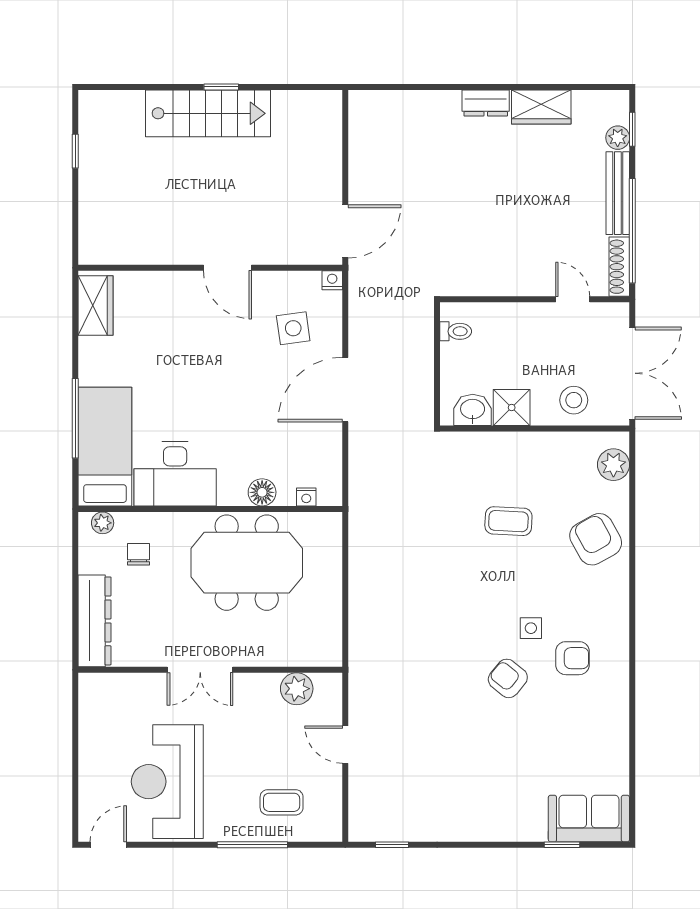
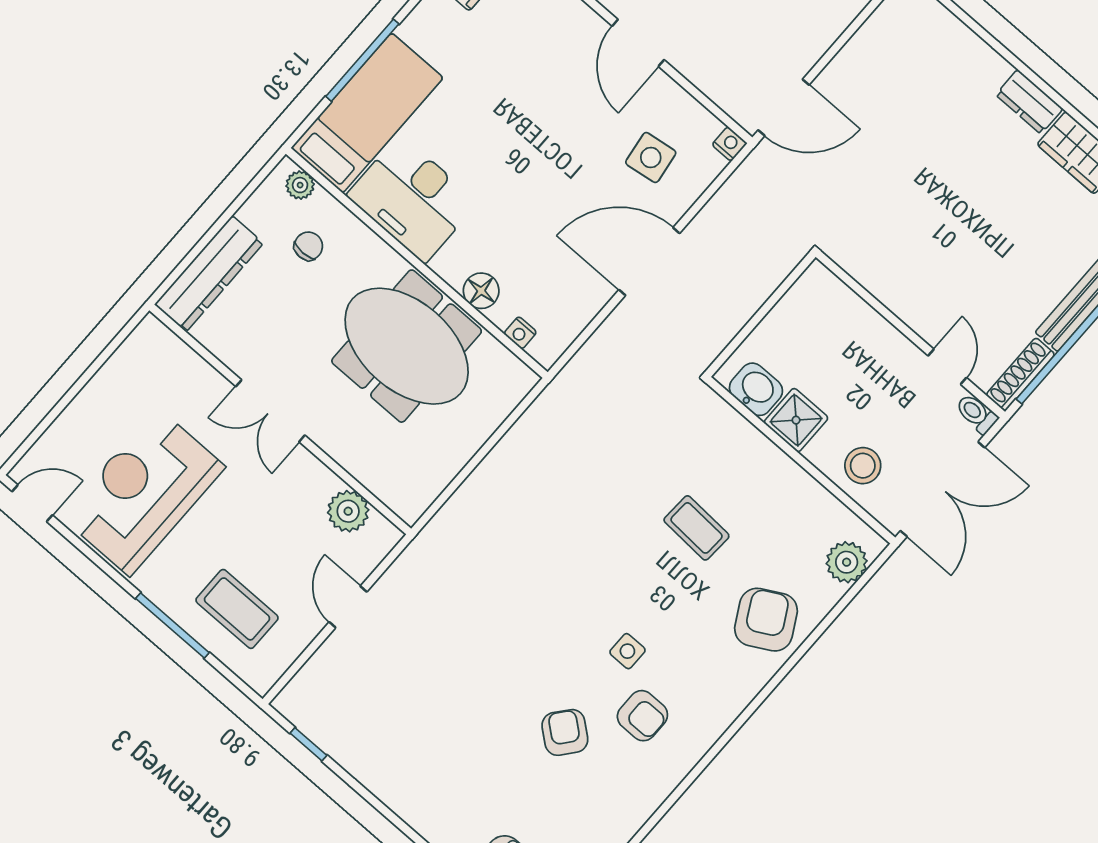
toilet: (456, 331) -> (977, 414), moved, turned 180
armchair: (508, 678) -> (565, 732), moved
coffee table: (282, 802) -> (237, 609), width x1.36, depth x1.30

